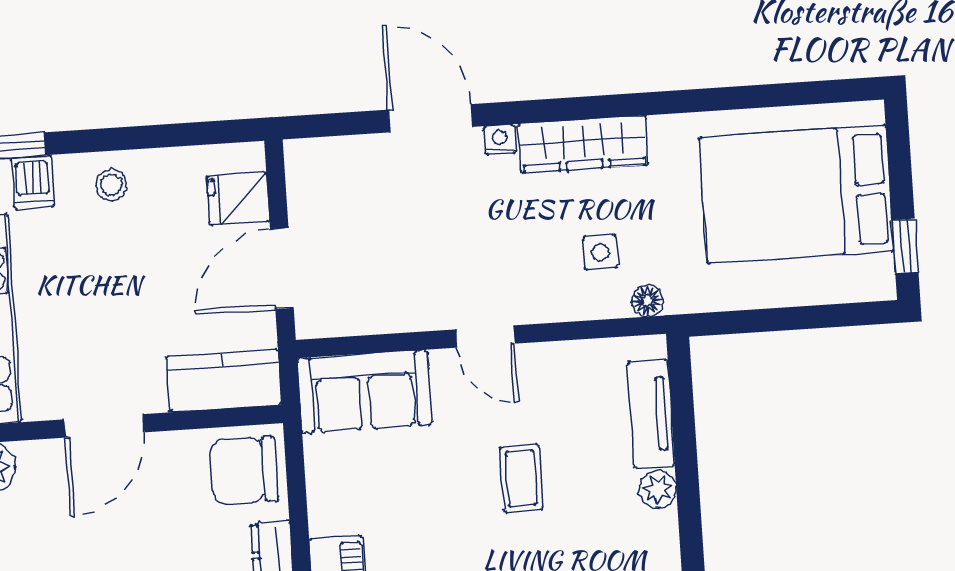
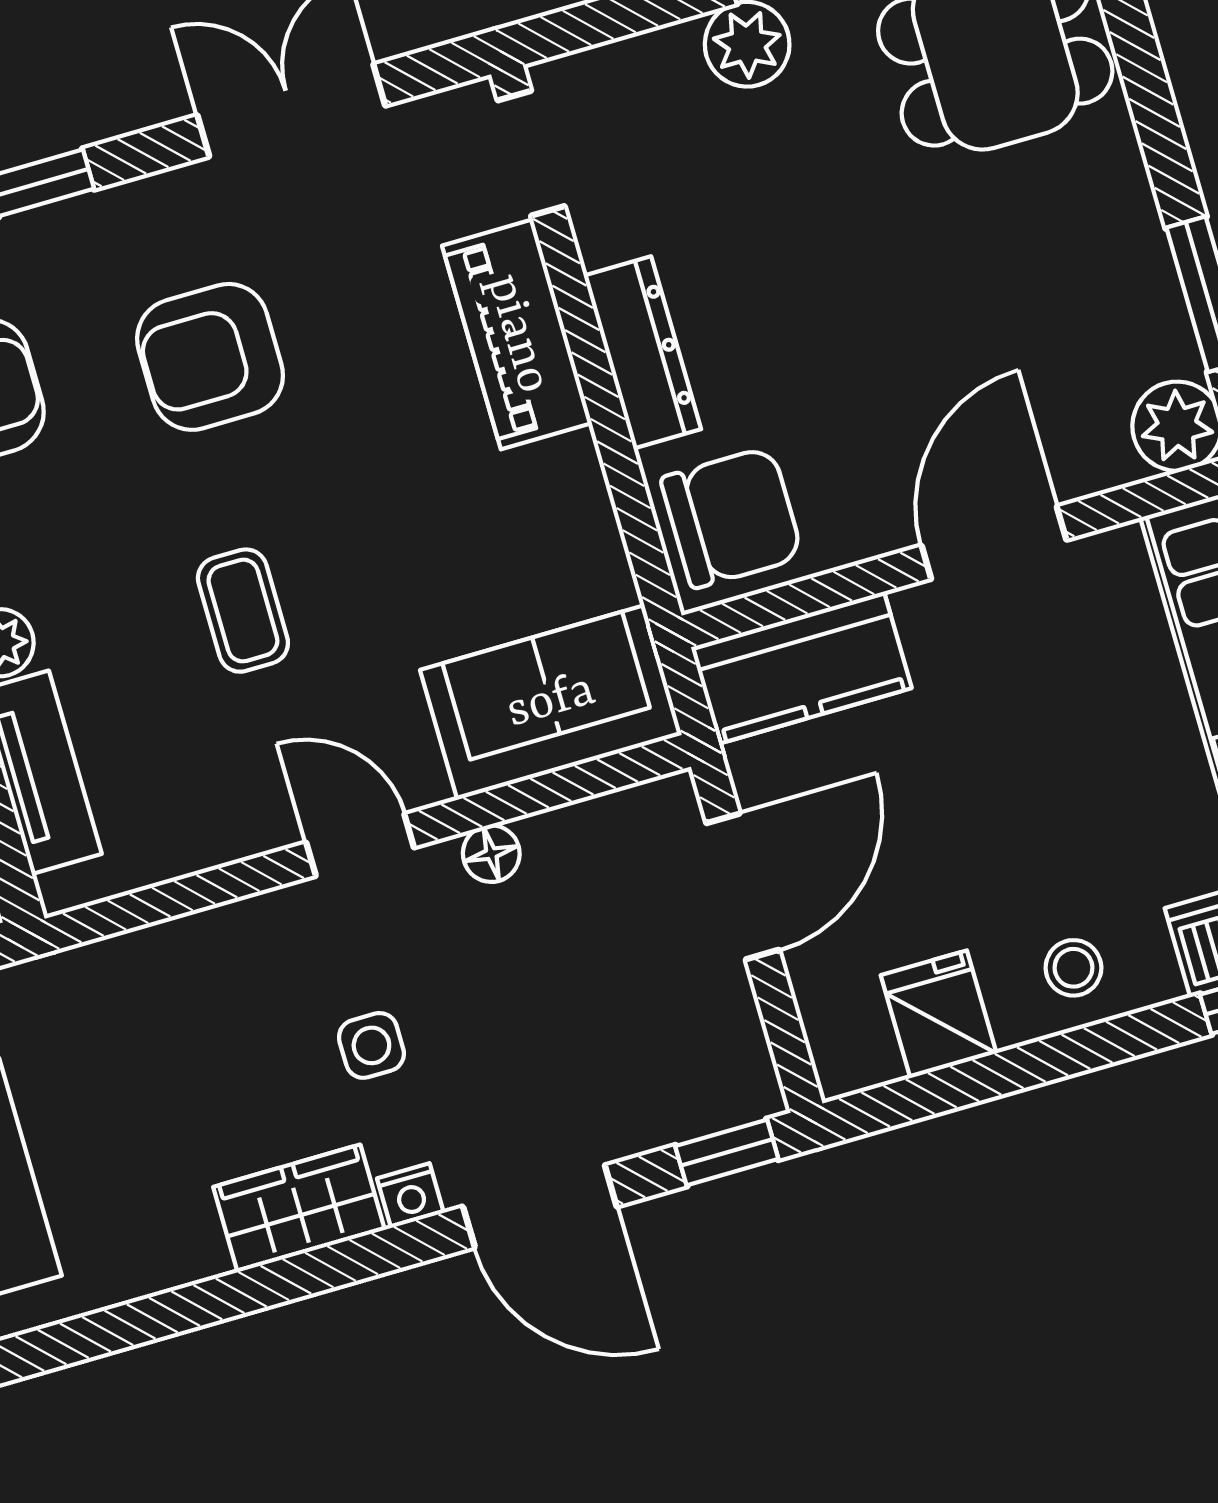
window: (322, 125) -> (727, 1152), added
wardrobe: (583, 144) -> (299, 1208), width x0.67
fridge: (238, 199) -> (939, 1014), moved, turned -90
side table: (600, 252) -> (371, 1045), moved
floor lamp: (647, 301) -> (491, 854), moved

